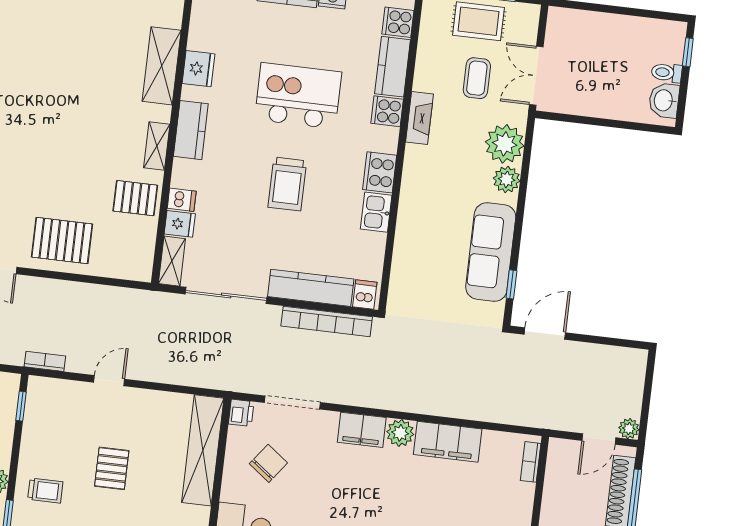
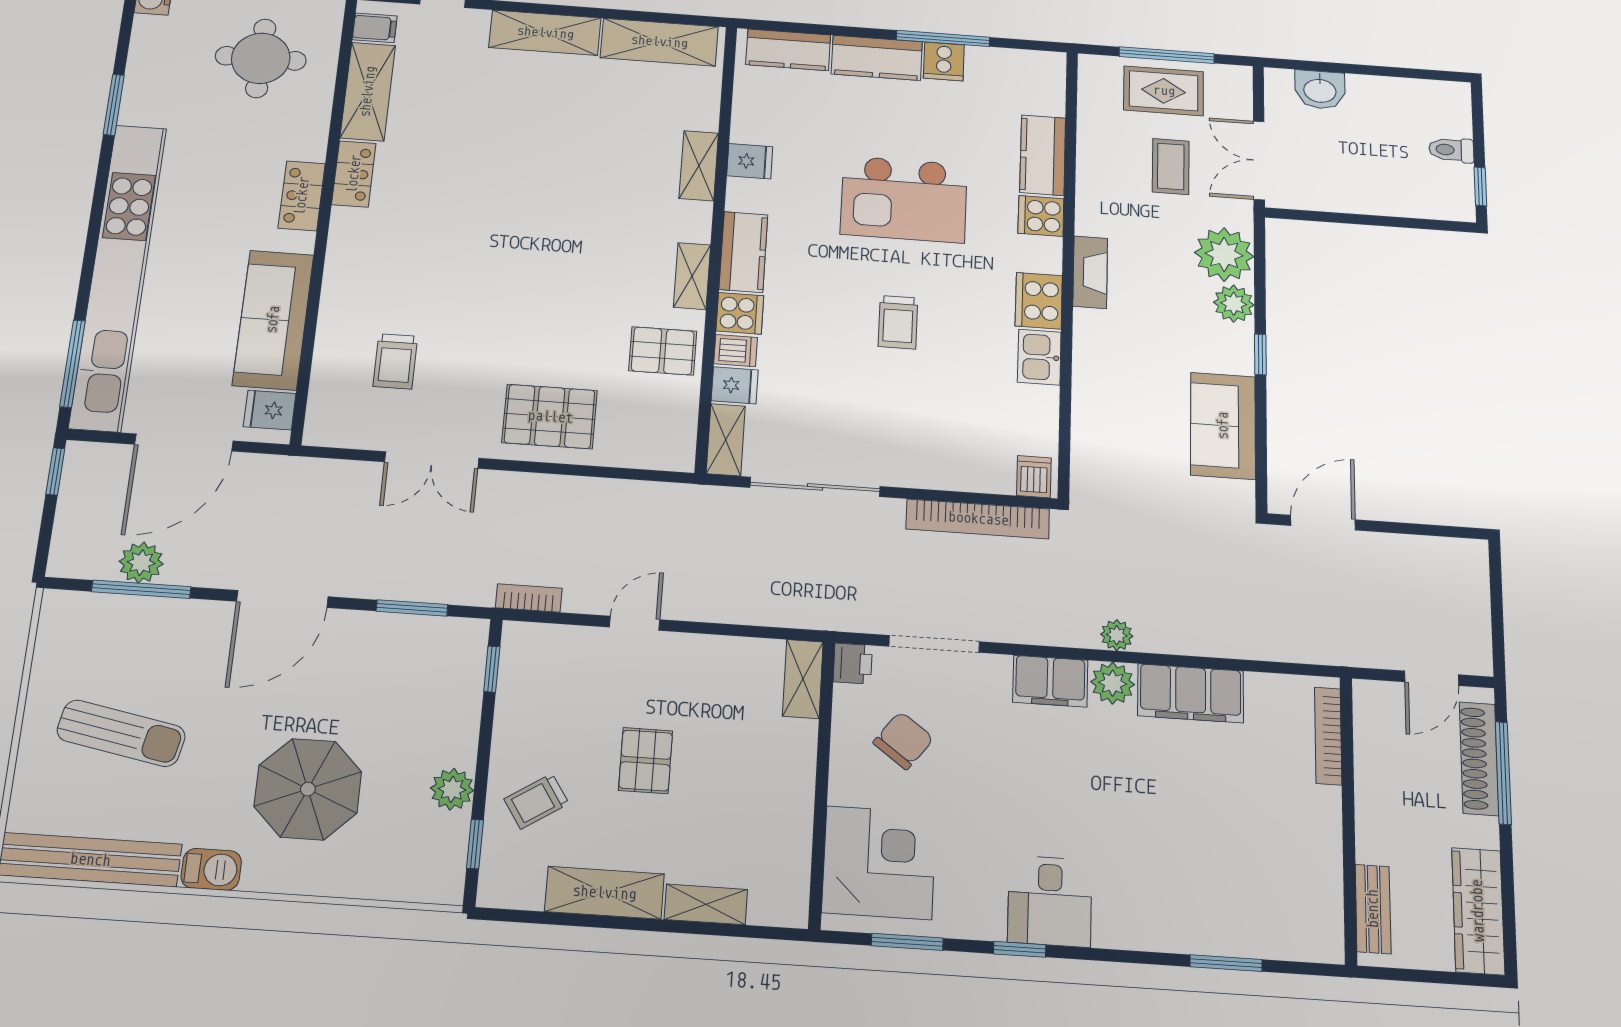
cooker: (398, 22) -> (740, 313), moved, turned 180
window: (688, 52) -> (1480, 186), moved
shelving: (162, 66) -> (699, 166), width x0.67, depth x0.75
fridge: (198, 69) -> (750, 161), width x0.72
kitchen island: (298, 96) -> (904, 199), turned 180
washbasin: (664, 100) -> (1320, 90), moved, turned -90
fireplace: (420, 118) -> (1090, 272), moved
trolley: (287, 184) -> (898, 322), width x0.73, depth x0.72
sofa: (491, 252) -> (1223, 426), width x0.73
window: (511, 284) -> (1260, 354), moved
kitchen counter: (311, 288) -> (948, 470), removed
plant: (629, 429) -> (1117, 635), moved
shelving: (203, 450) -> (803, 679), width x0.45, depth x0.75
bookcase: (531, 462) -> (1328, 736), width x1.56
trolley: (45, 491) -> (536, 801), turned 147

